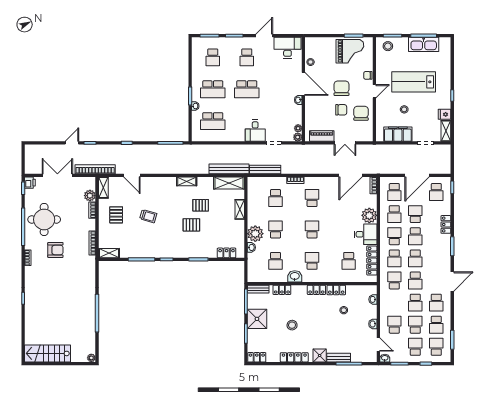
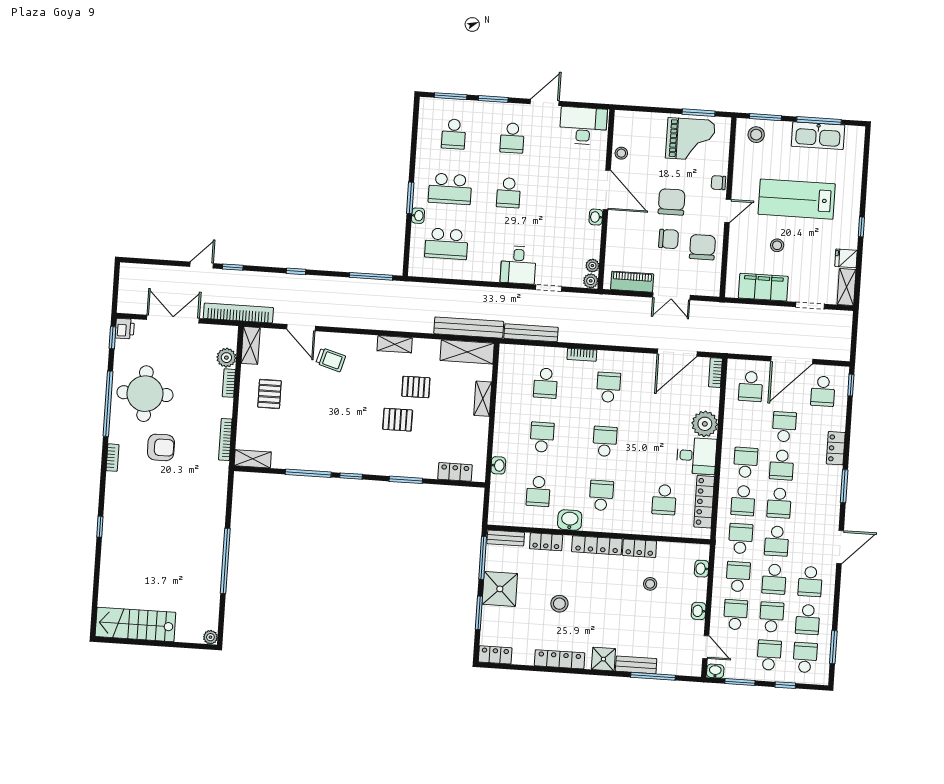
school desk: (247, 89) -> (509, 193), width x0.54
school desk: (394, 214) -> (738, 577), moved, turned 180
trolley: (148, 216) -> (331, 360), moved
plant: (255, 234) -> (507, 442), removed
locker: (316, 290) -> (597, 545), width x1.53

